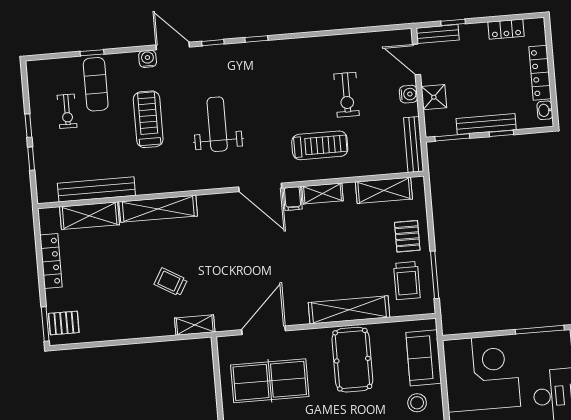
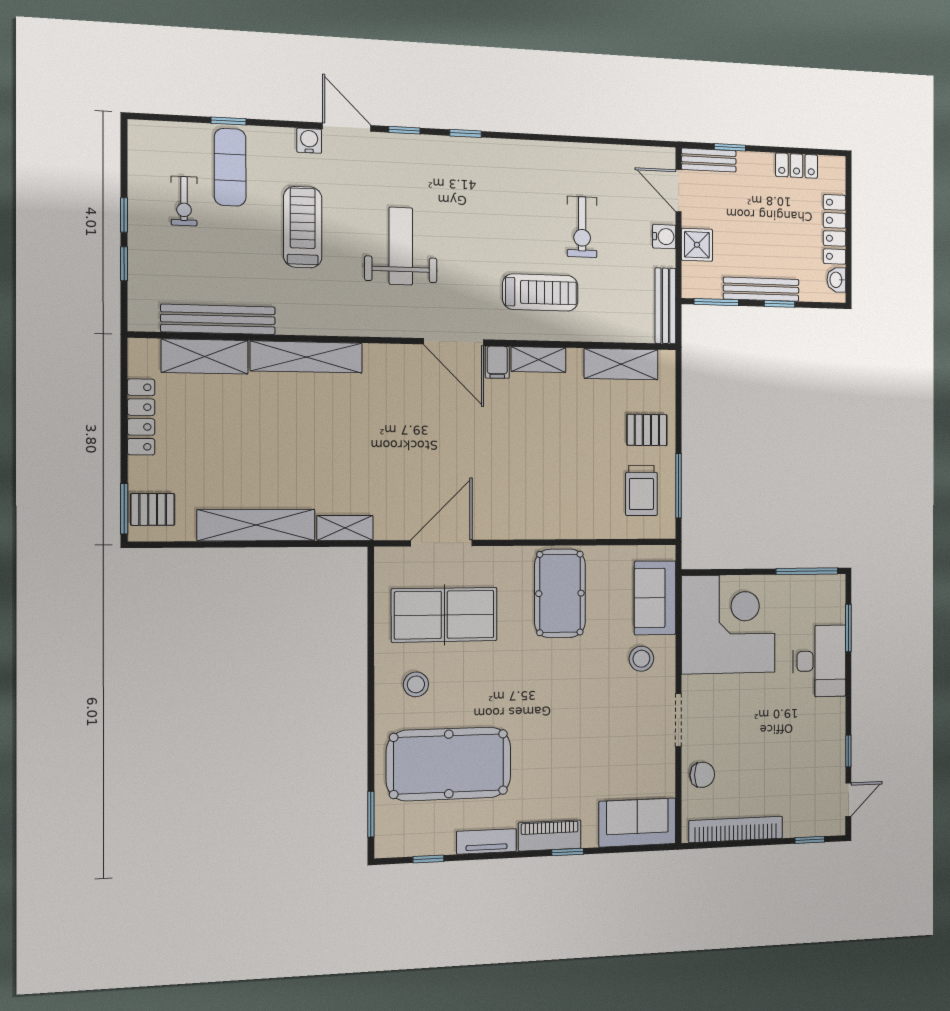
pallet: (407, 236) -> (647, 430), turned 90
trolley: (171, 282) -> (316, 463), removed
shelving: (349, 310) -> (256, 525), moved

